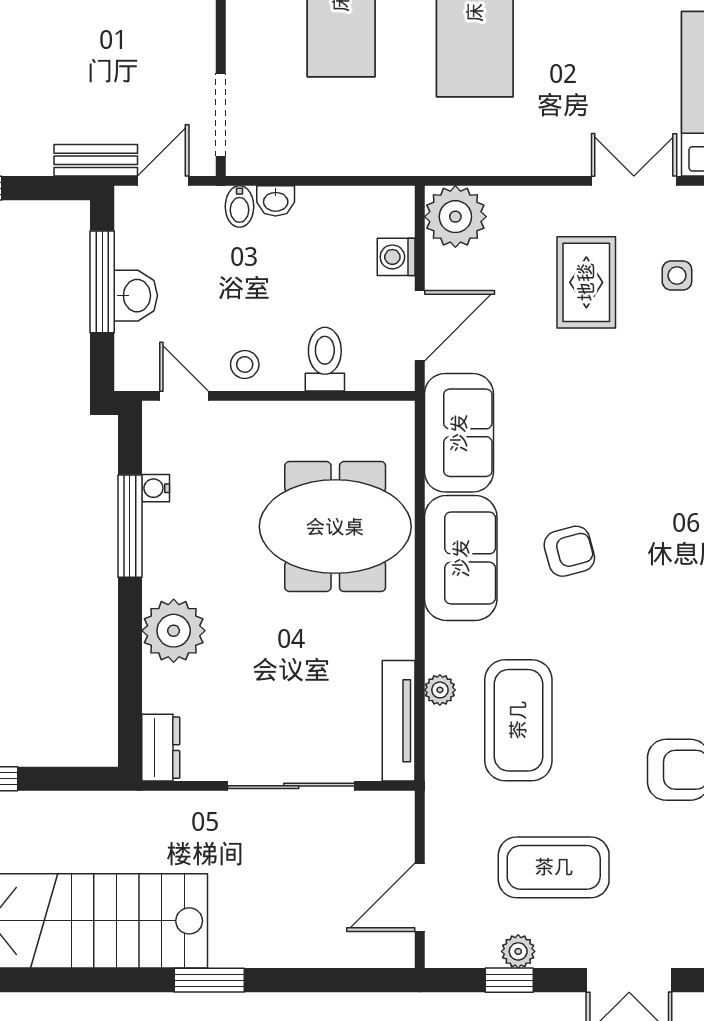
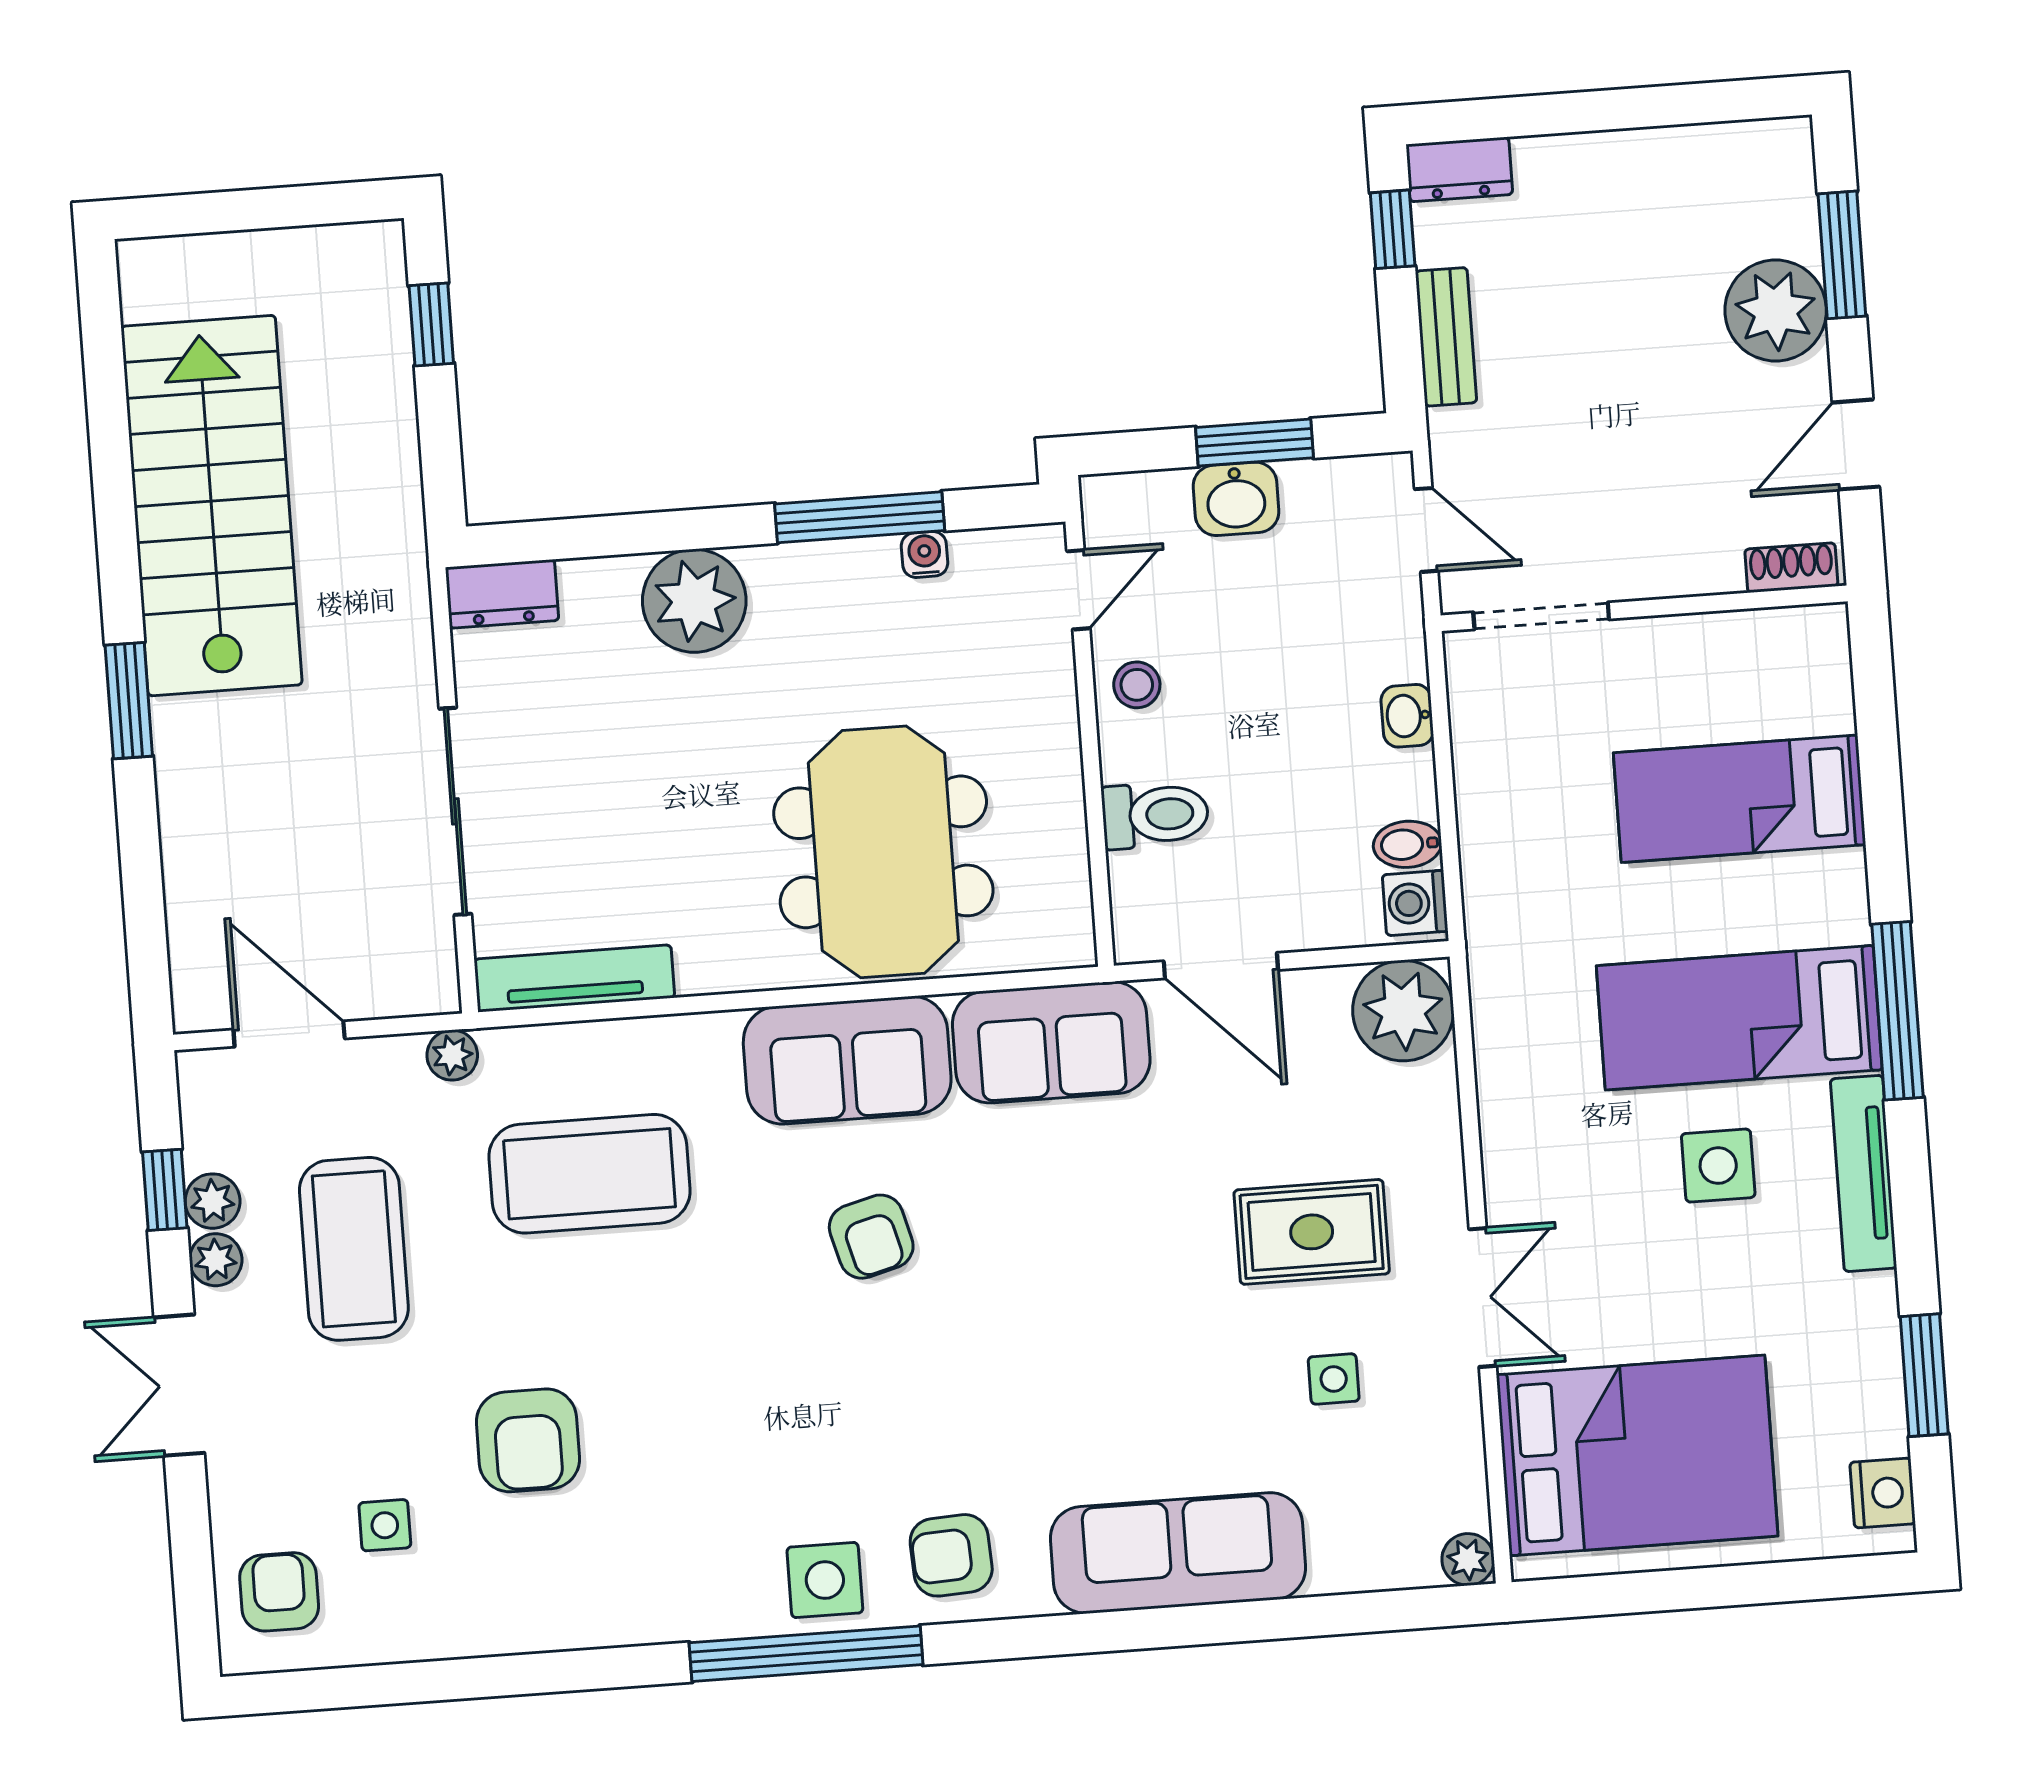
side table: (564, 31) -> (1718, 1166), added
bench: (96, 160) -> (1446, 337), moved
bidet: (239, 207) -> (1407, 844), moved
washing machine: (396, 257) -> (1415, 903), moved, turned -90
window: (102, 282) -> (1254, 443), width x0.69
plant: (440, 690) -> (452, 1055), moved
plant: (554, 952) -> (216, 1260), added

